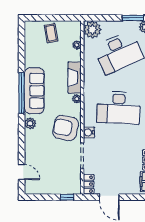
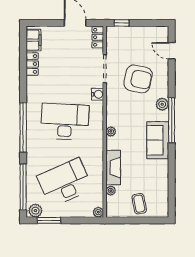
plant: (92, 30) -> (98, 212), width x0.53, depth x0.53
fireplace: (75, 78) -> (113, 168), moved
sofa: (34, 91) -> (158, 140), width x0.73
window: (22, 93) -> (172, 120), moved
armchair: (66, 128) -> (138, 79), moved

